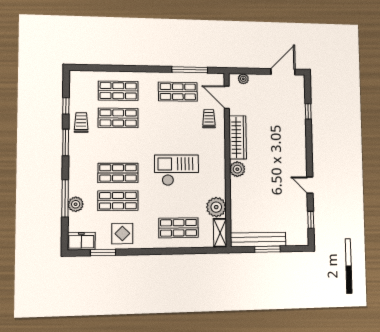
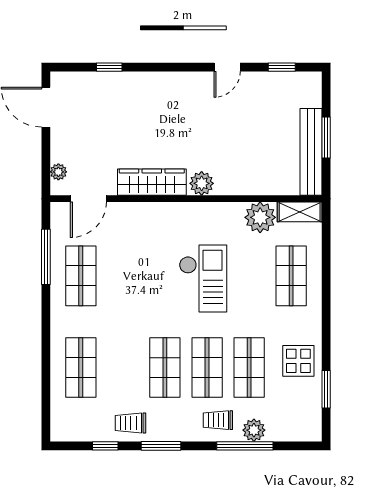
shop shelf: (118, 118) -> (165, 368), moved
trolley: (209, 119) -> (218, 420), moved
checkout: (177, 170) -> (203, 278), turned 180
freezer: (81, 241) -> (309, 421), removed

